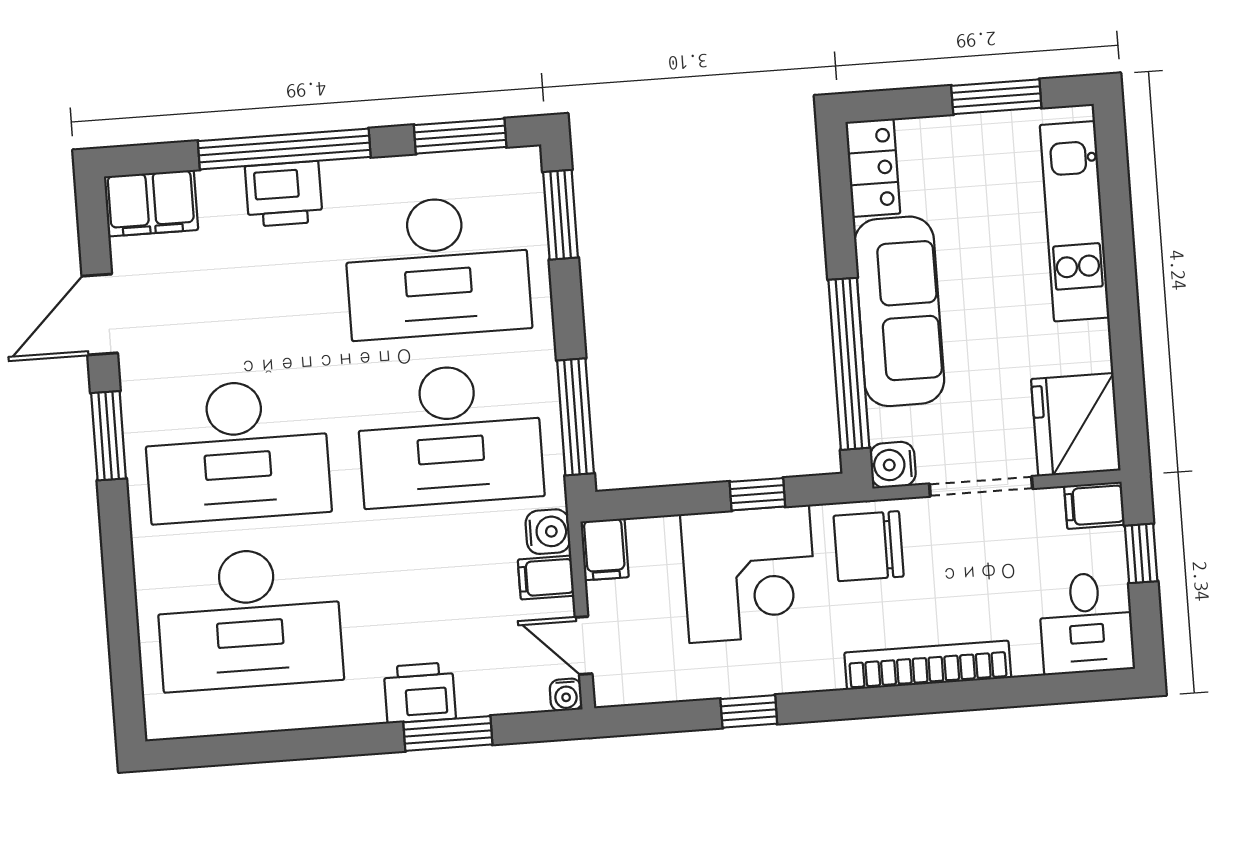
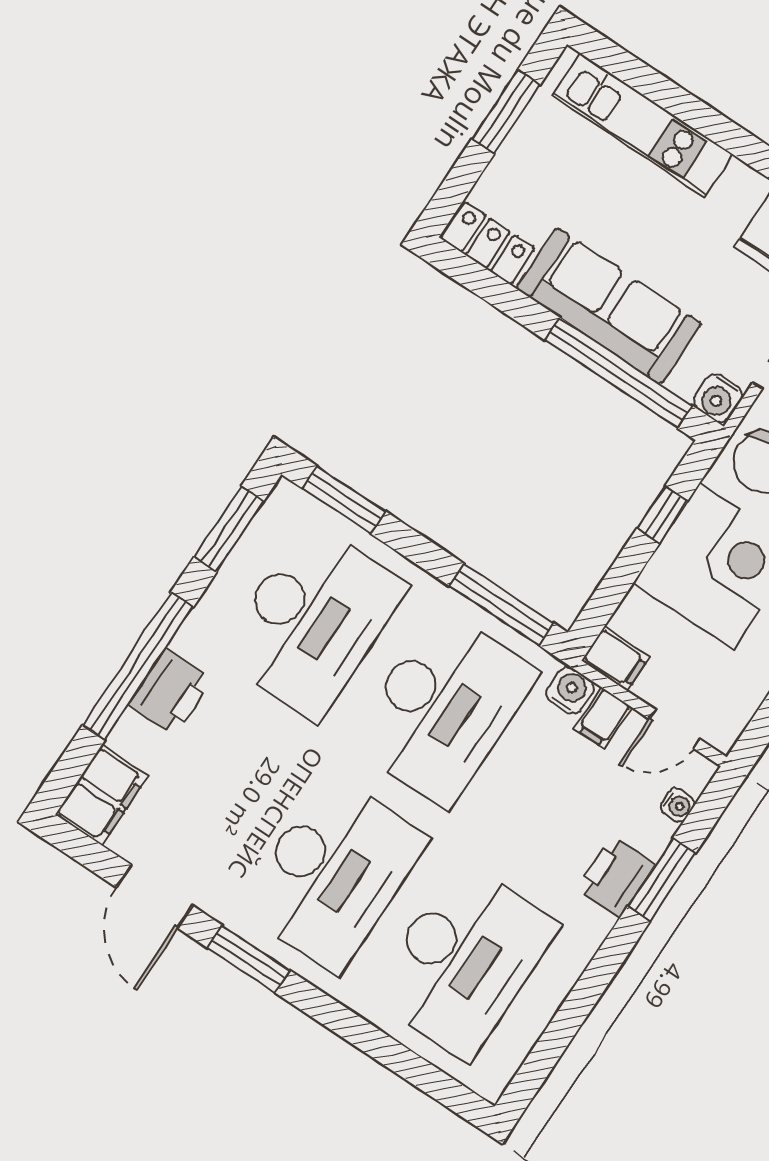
water cooler: (566, 695) -> (678, 805), moved

